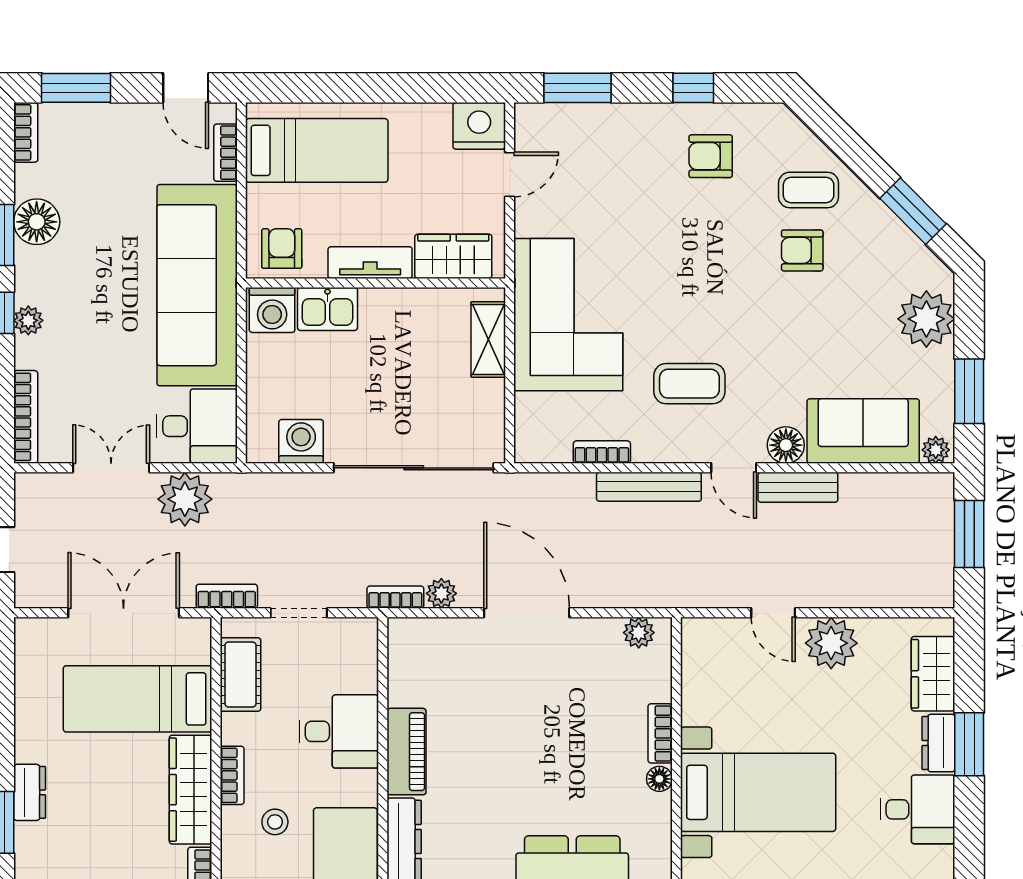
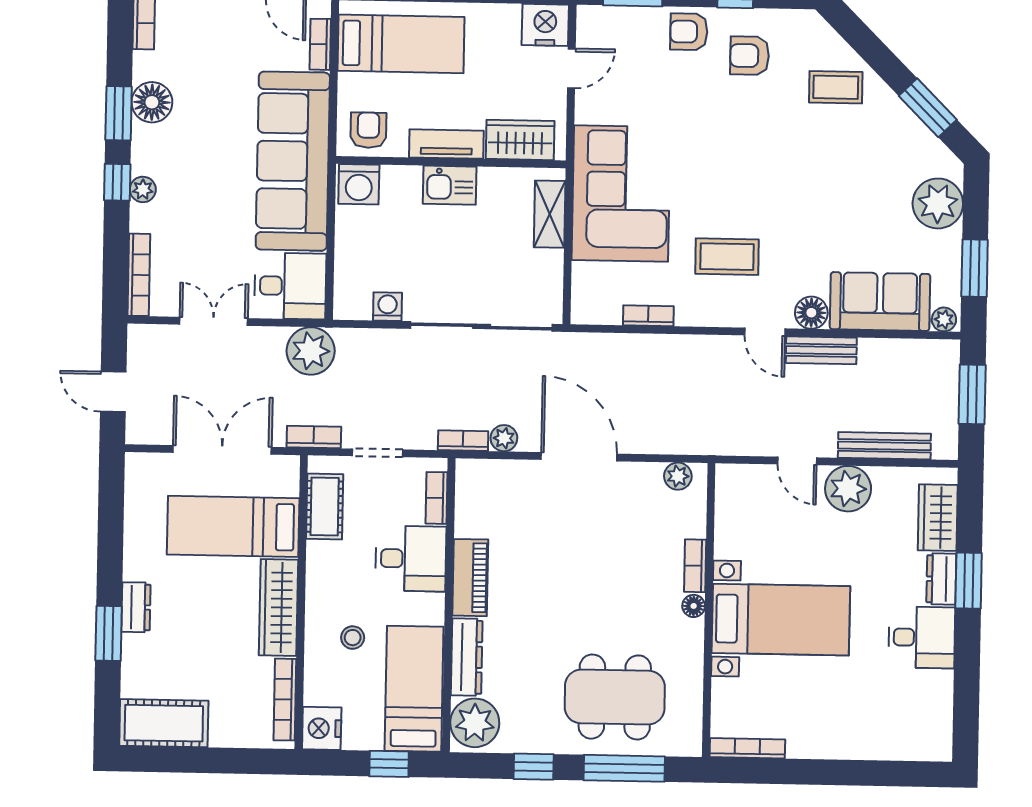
armchair: (802, 250) -> (689, 32), moved
kitchen sink: (327, 309) -> (450, 185), moved
washing machine: (301, 441) -> (387, 307), width x0.73, depth x0.73
bench: (649, 487) -> (884, 446), moved
plant: (185, 499) -> (311, 351), moved
bookcase: (232, 775) -> (437, 498), moved, turned 180

